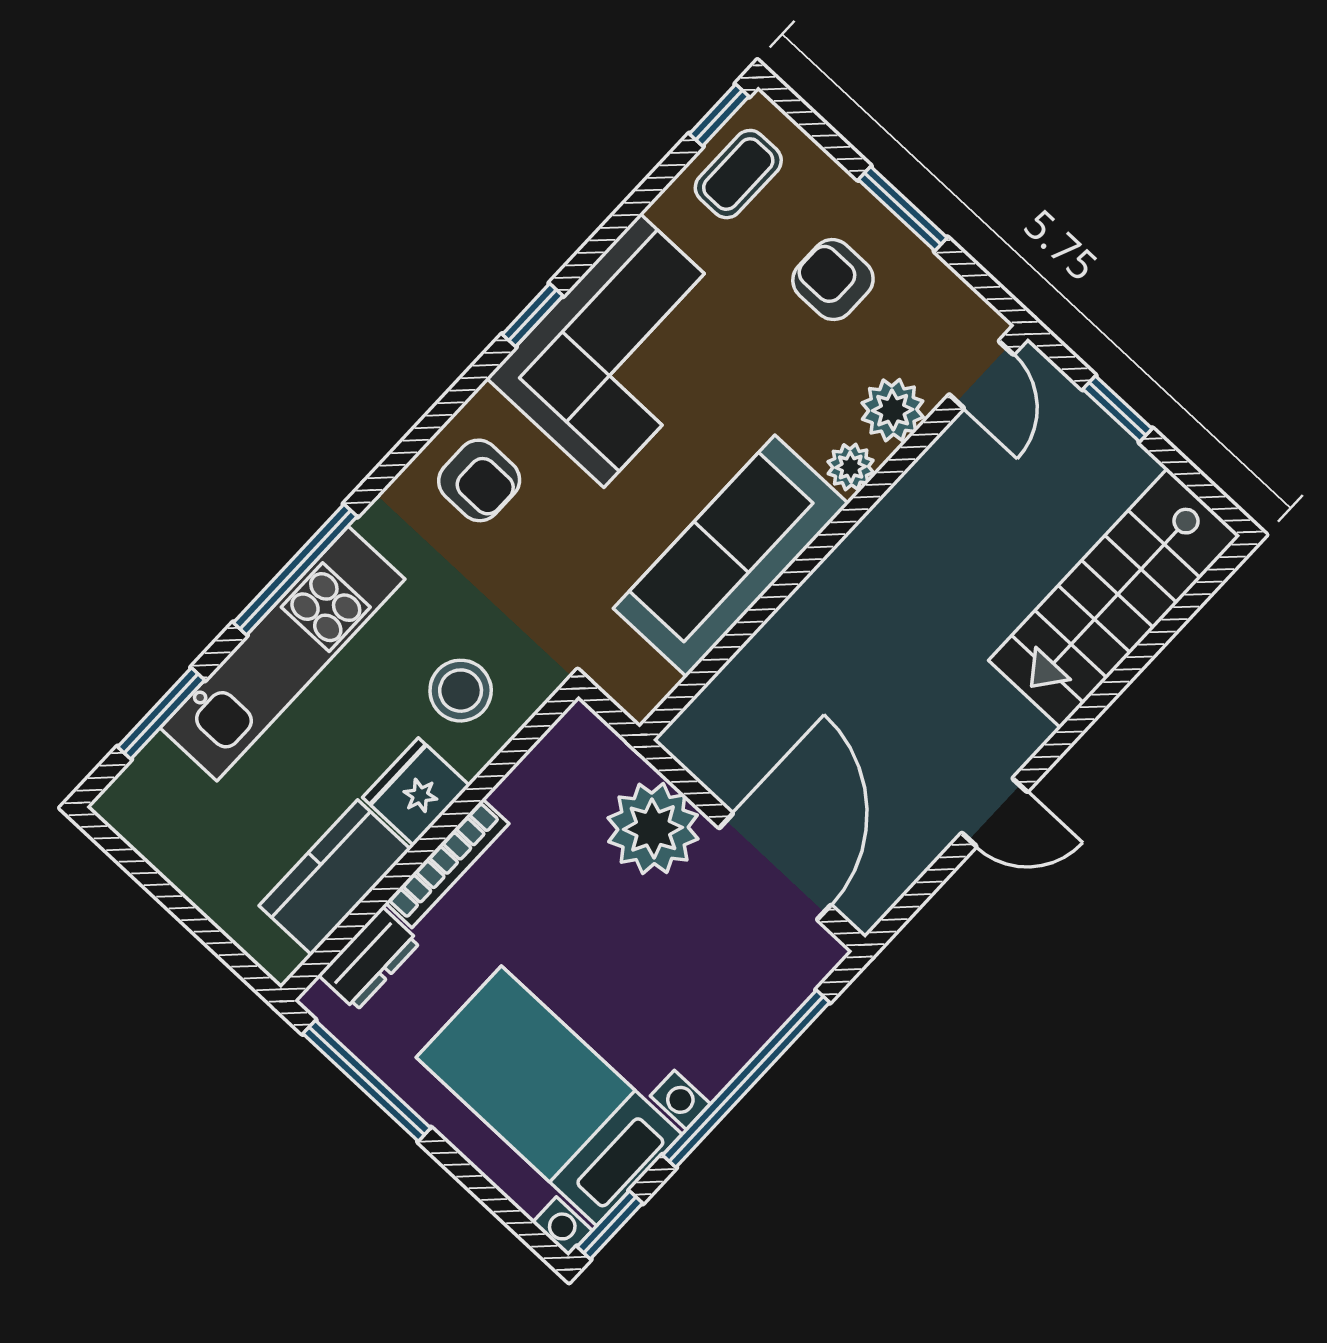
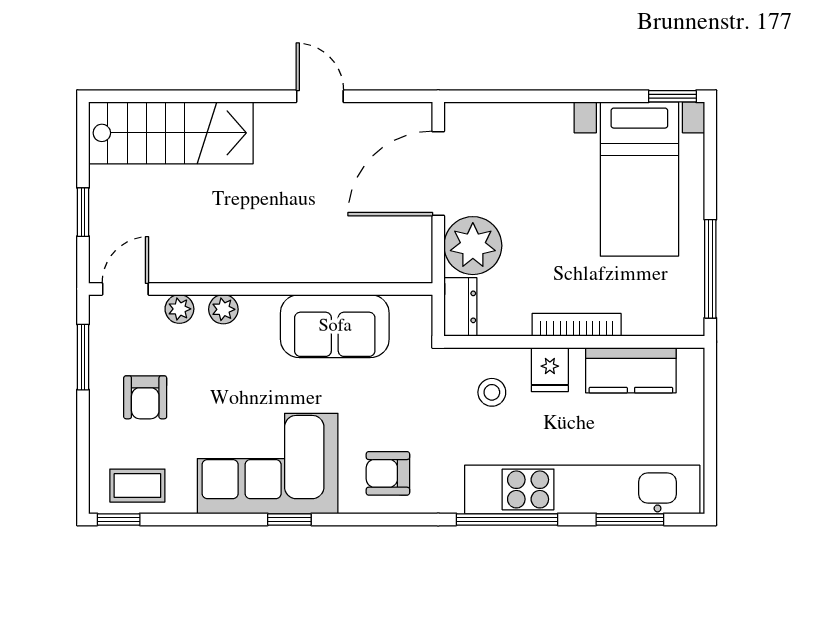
window: (903, 209) -> (83, 357), moved
plant: (893, 410) -> (179, 309), width x0.73, depth x0.73
armchair: (479, 480) -> (388, 473), turned -90
sofa: (731, 556) -> (335, 326), width x0.73
kitchen unit: (283, 654) -> (582, 489), width x1.36
stool: (461, 691) -> (492, 392), width x0.73, depth x0.73
fridge: (416, 792) -> (550, 370), width x0.72
dresser: (369, 959) -> (460, 307), moved, turned 90
window: (746, 1079) -> (548, 96), removed

